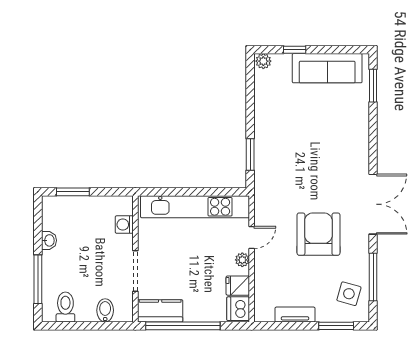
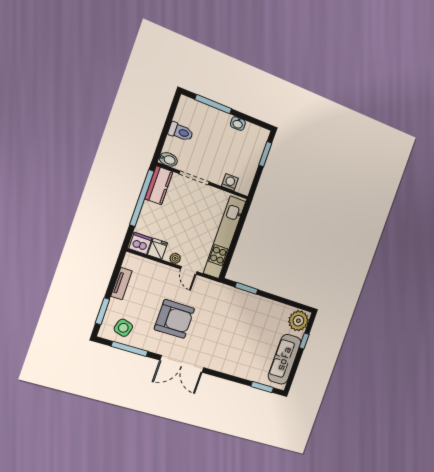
plant: (263, 61) -> (298, 321), width x1.88, depth x1.88
toilet: (65, 307) -> (181, 132), moved
bidet: (105, 310) -> (168, 159), moved

